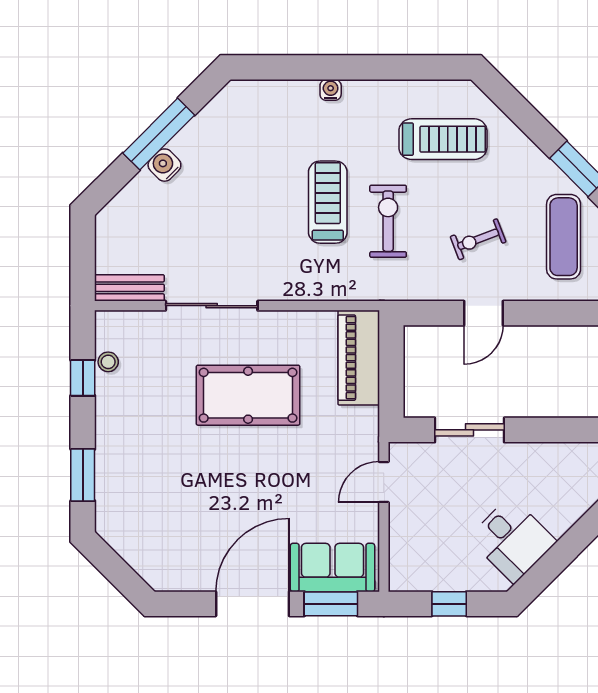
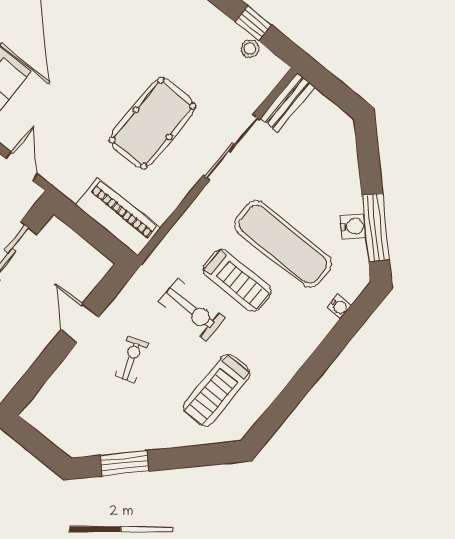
water cooler: (331, 90) -> (339, 307), moved
window: (159, 134) -> (376, 227), moved
water cooler: (164, 165) -> (353, 226), moved
exercise mat: (564, 237) -> (283, 244), moved, width x1.36, depth x1.45

